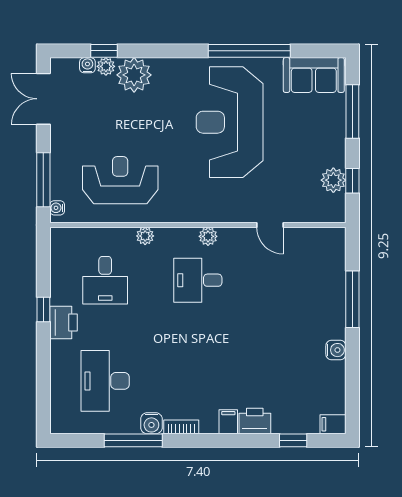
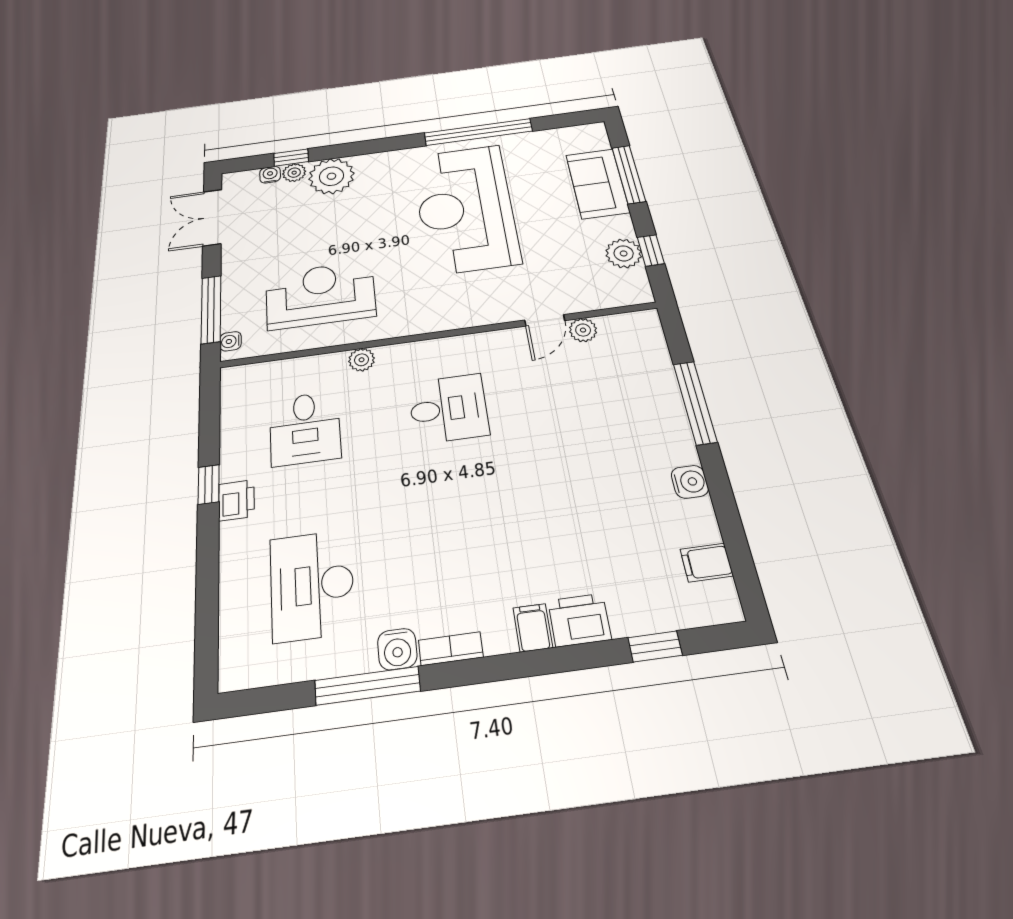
sofa: (314, 75) -> (597, 183), moved, turned 90
door: (270, 225) -> (545, 320), hinge flipped
plant: (208, 236) -> (583, 330), moved
desk: (198, 280) -> (448, 409), turned 180
printer: (63, 322) -> (236, 500), width x0.73, depth x0.81
filing cabinet: (333, 424) -> (707, 563), moved

